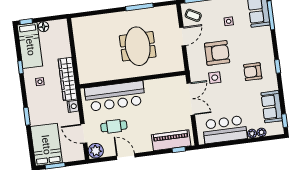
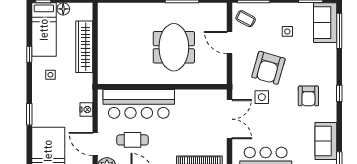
door: (183, 37) -> (229, 43), swing flipped
armchair: (217, 53) -> (268, 68), turned 106
armchair: (253, 72) -> (308, 96), turned -90
wardrobe: (68, 79) -> (84, 47), moved

